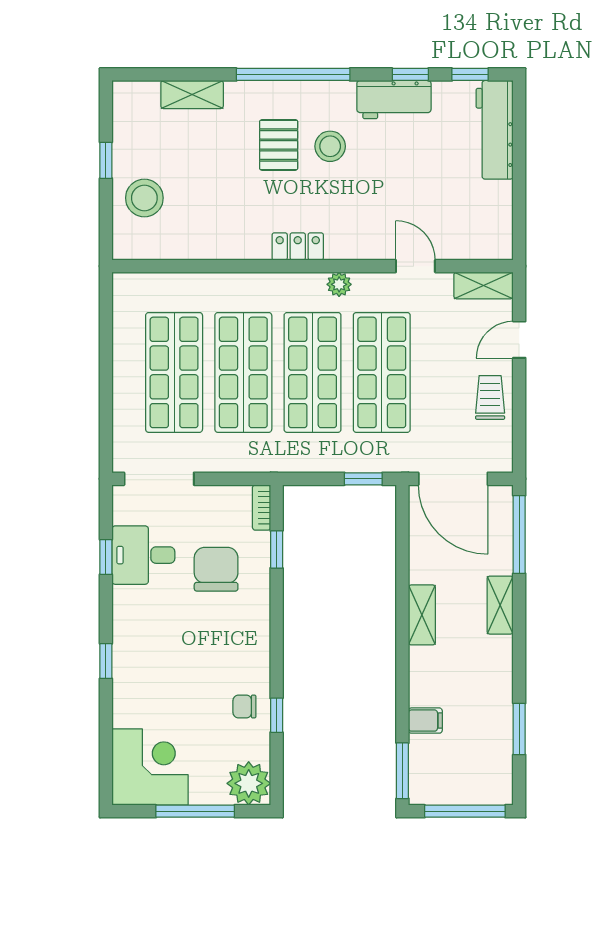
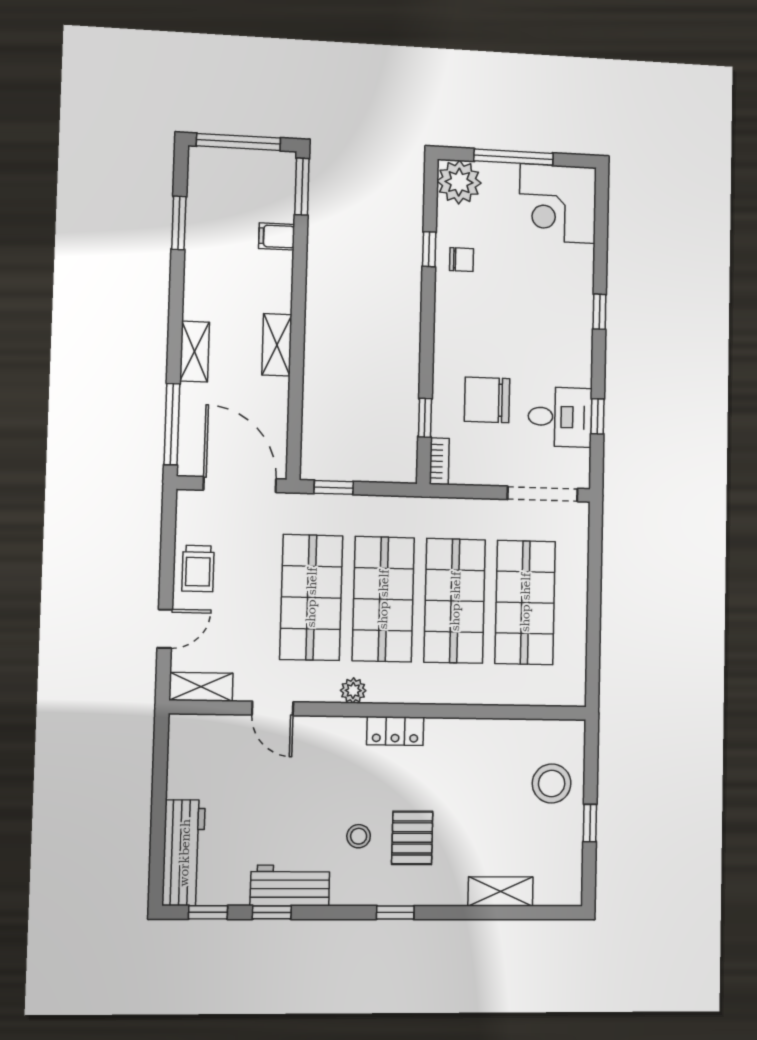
window: (293, 74) -> (395, 913), width x0.32
stool: (330, 146) -> (359, 836), width x0.73, depth x0.73
chair: (216, 569) -> (487, 400), turned 90

